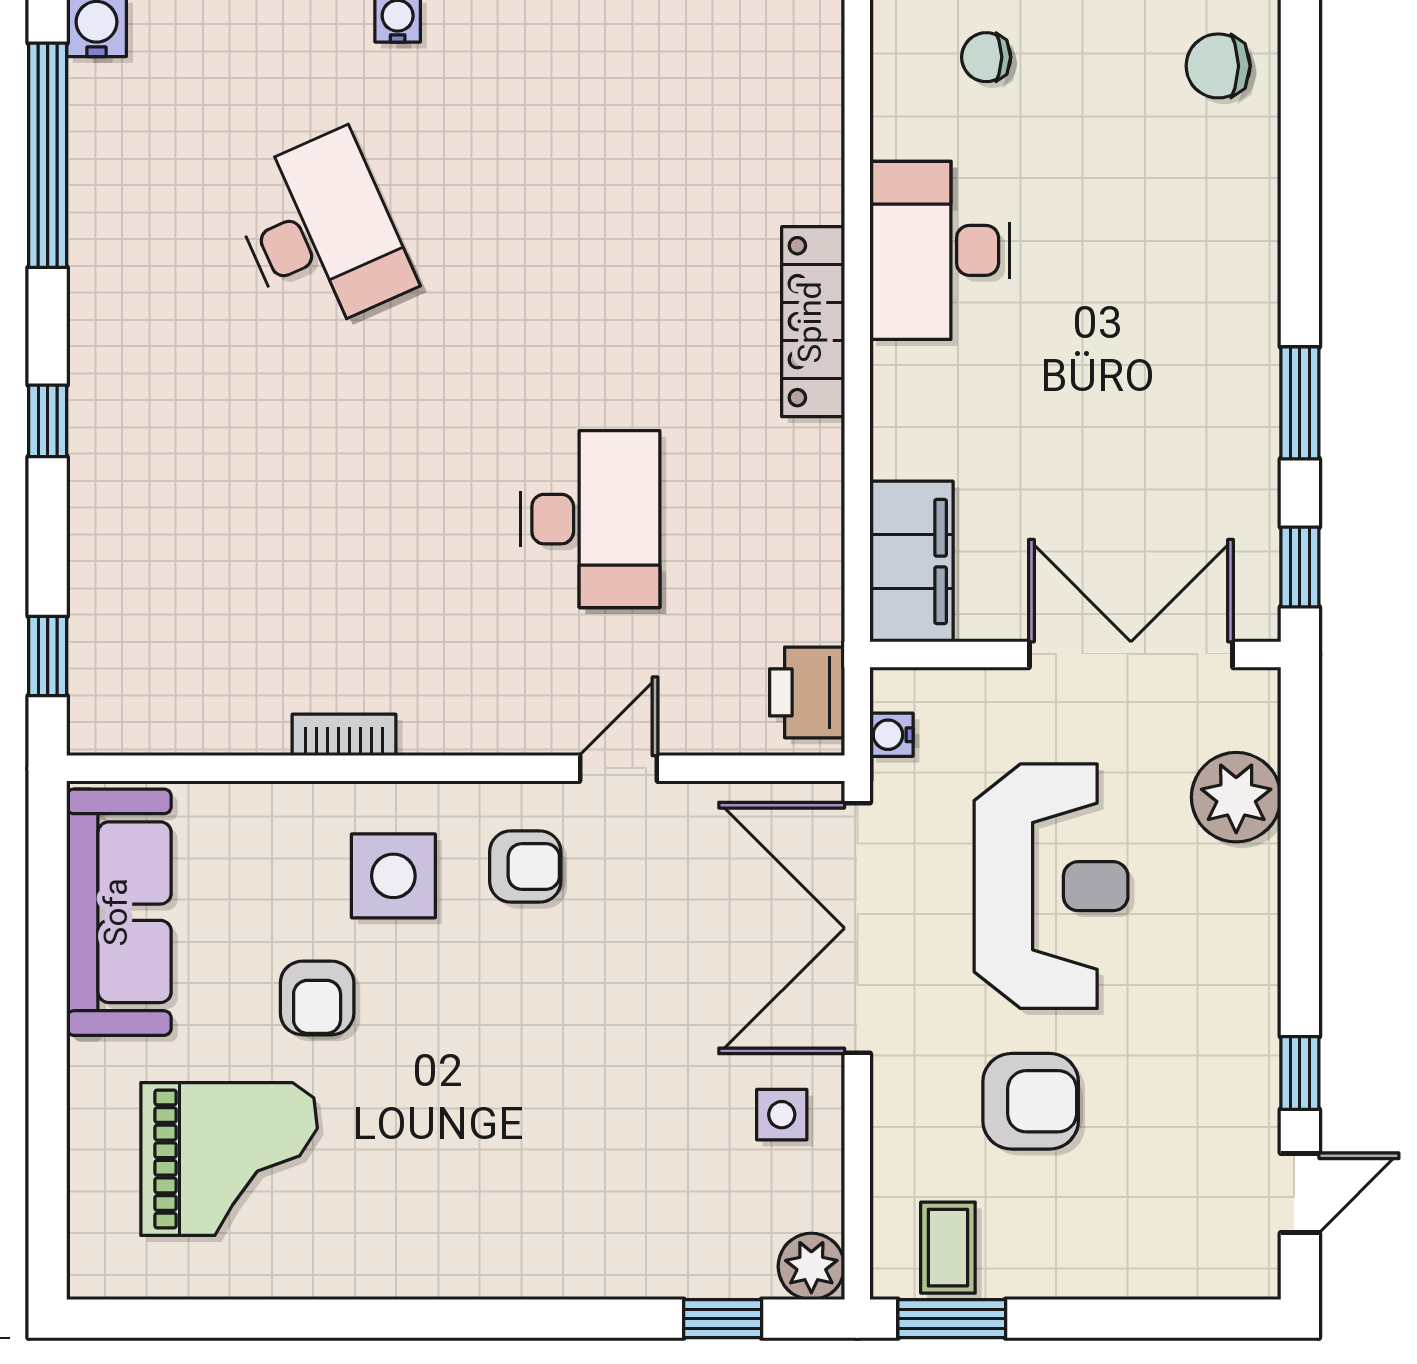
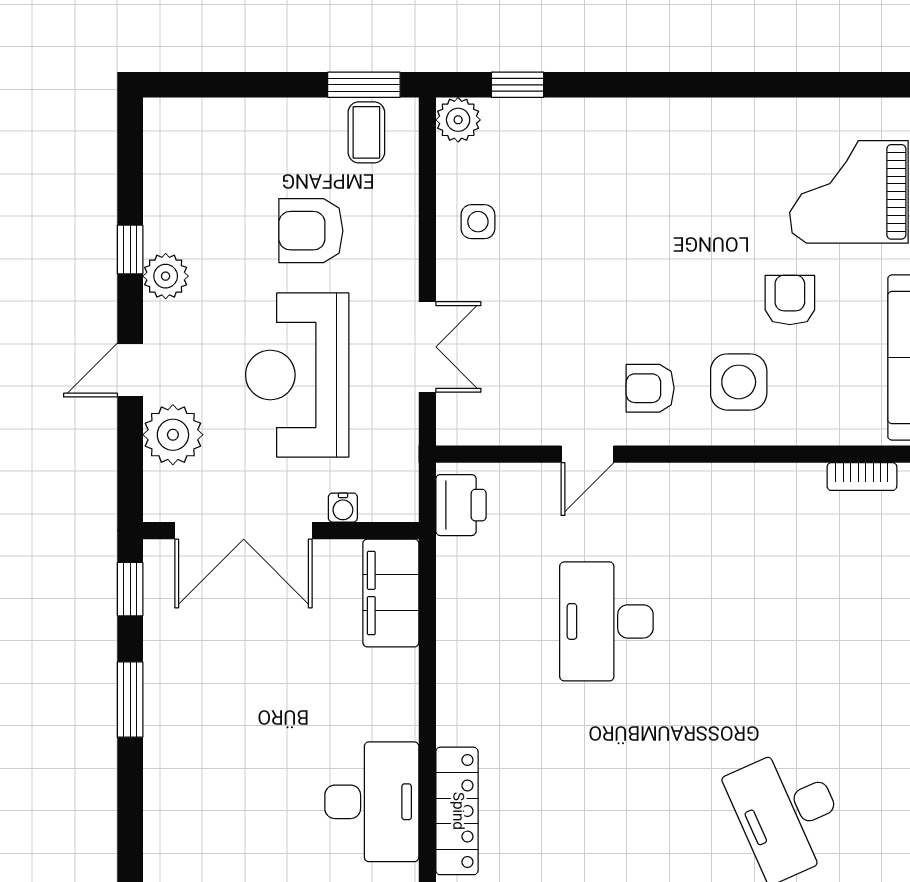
locker: (813, 322) -> (457, 811), moved
bookcase: (344, 735) -> (862, 477), moved
water cooler: (891, 735) -> (343, 508), moved, turned 90
double door: (857, 928) -> (427, 347), width x0.54
plant: (1247, 1033) -> (166, 276), added
door: (1300, 1193) -> (130, 370), moved

